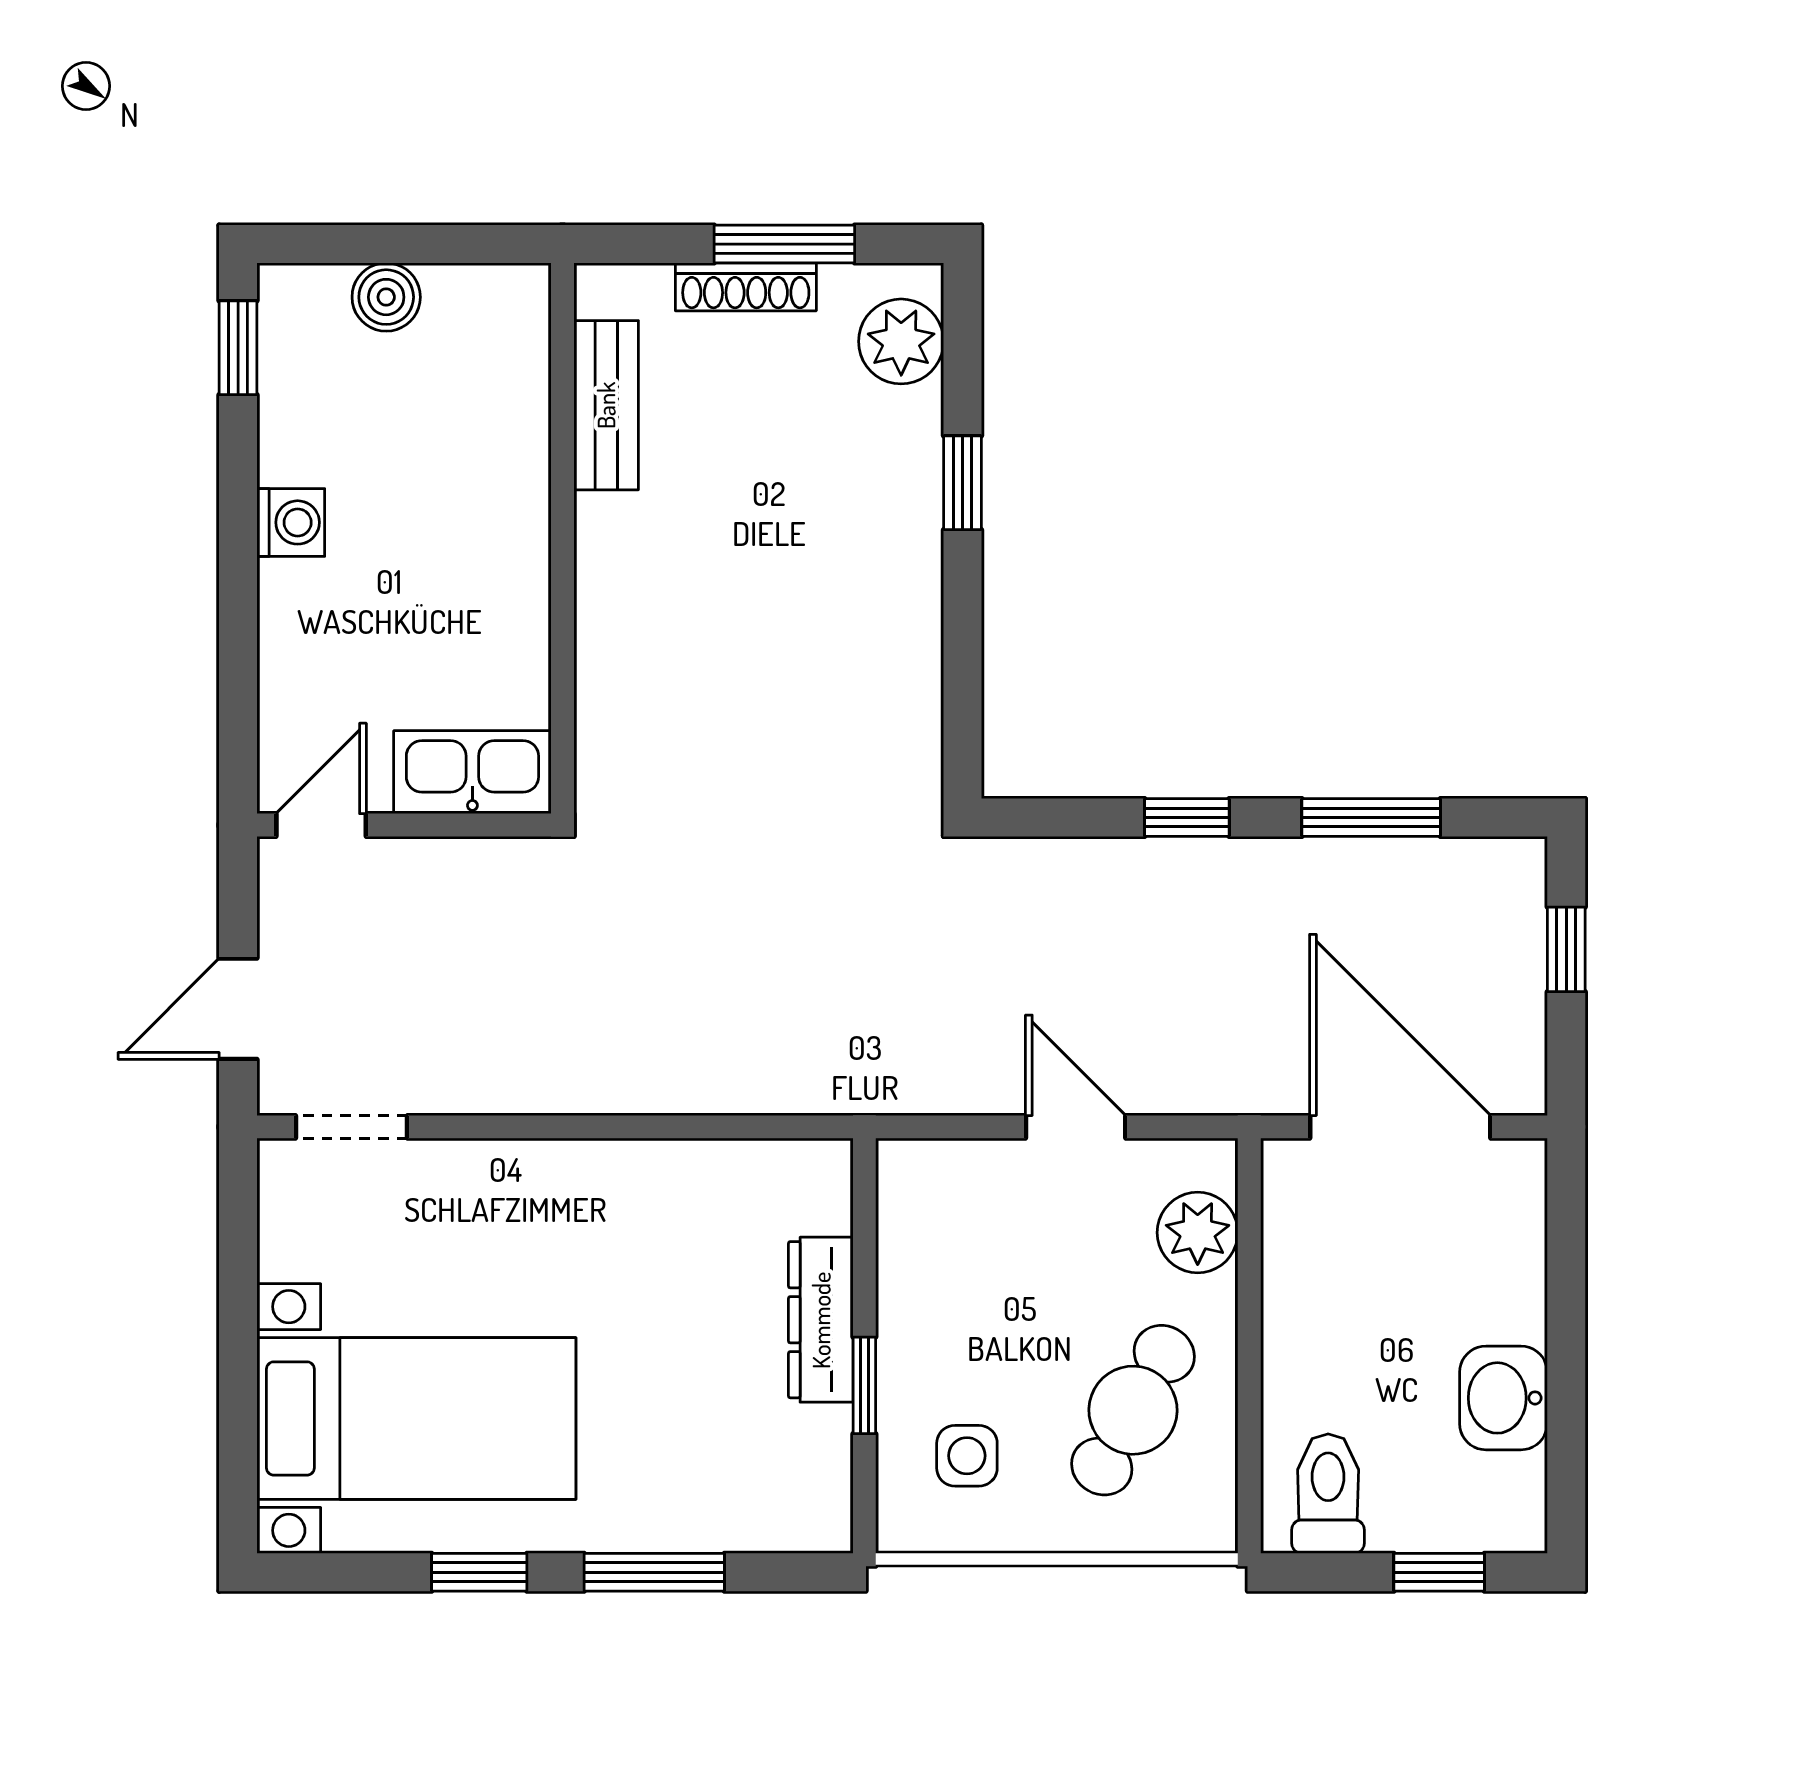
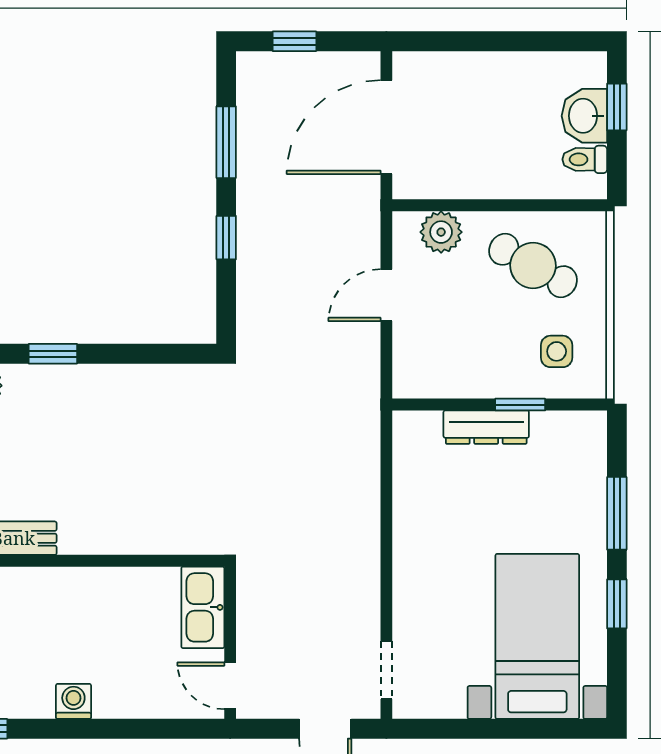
washbasin: (1503, 1398) -> (584, 116), moved, turned 90
toilet: (1328, 1494) -> (585, 159), width x0.73, depth x0.72

